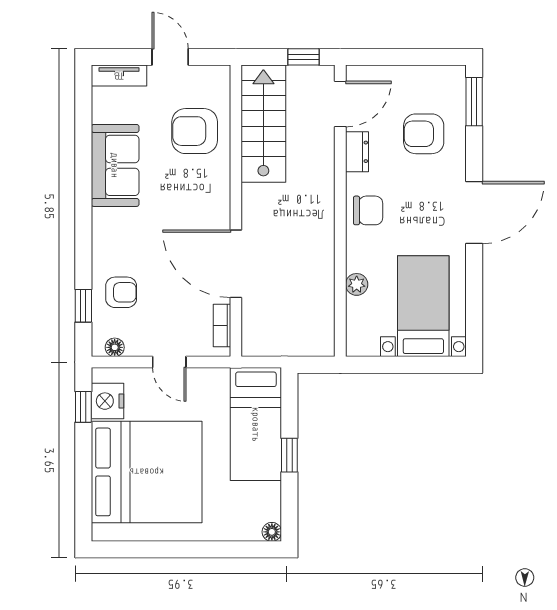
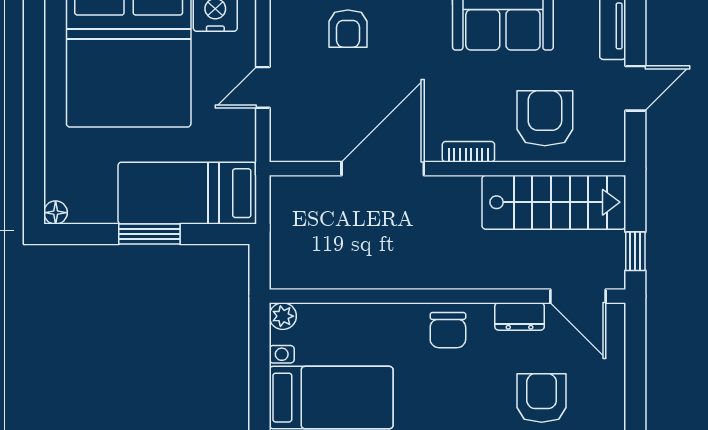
plant: (357, 284) -> (283, 316), moved
bookcase: (222, 326) -> (468, 152), moved
floor lamp: (115, 347) -> (281, 21), removed
window: (289, 455) -> (149, 234), width x1.50

